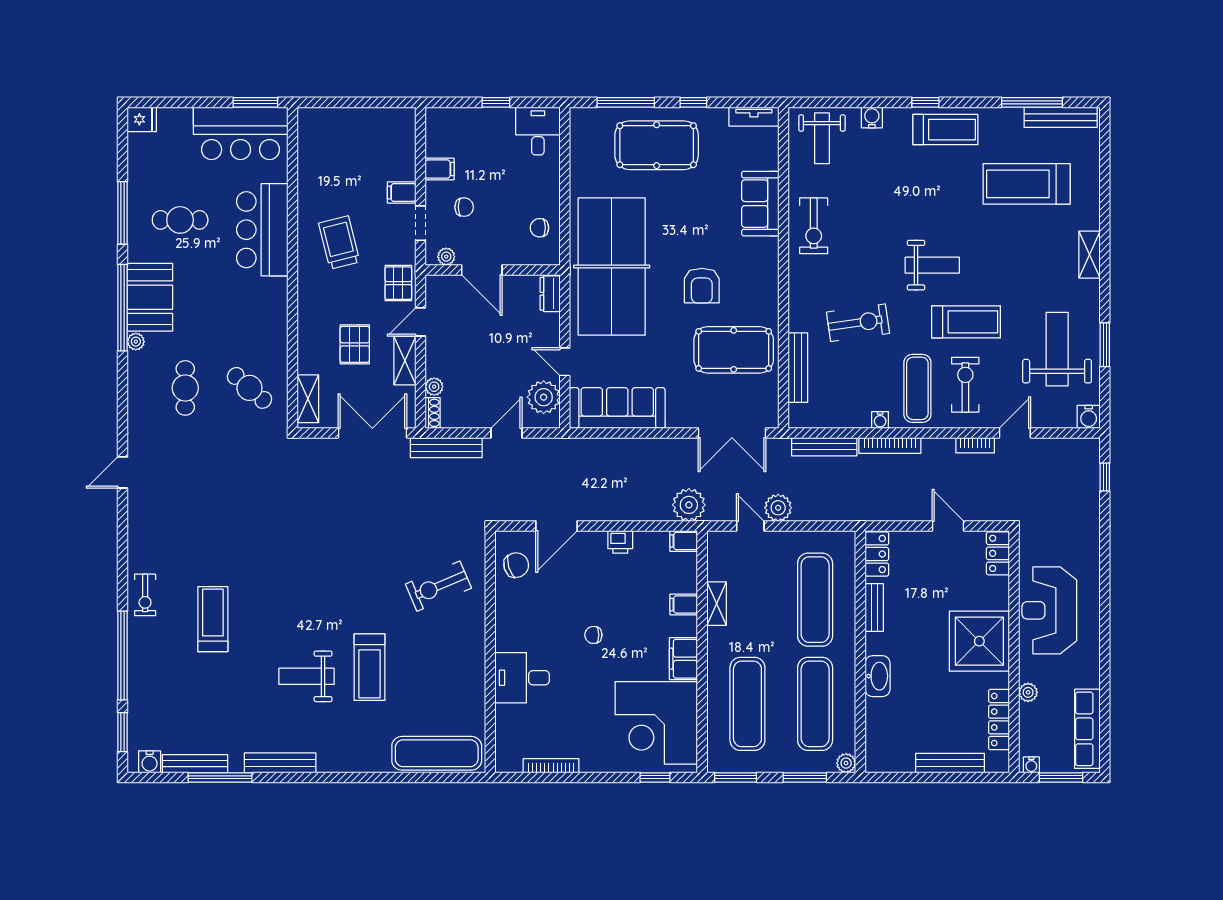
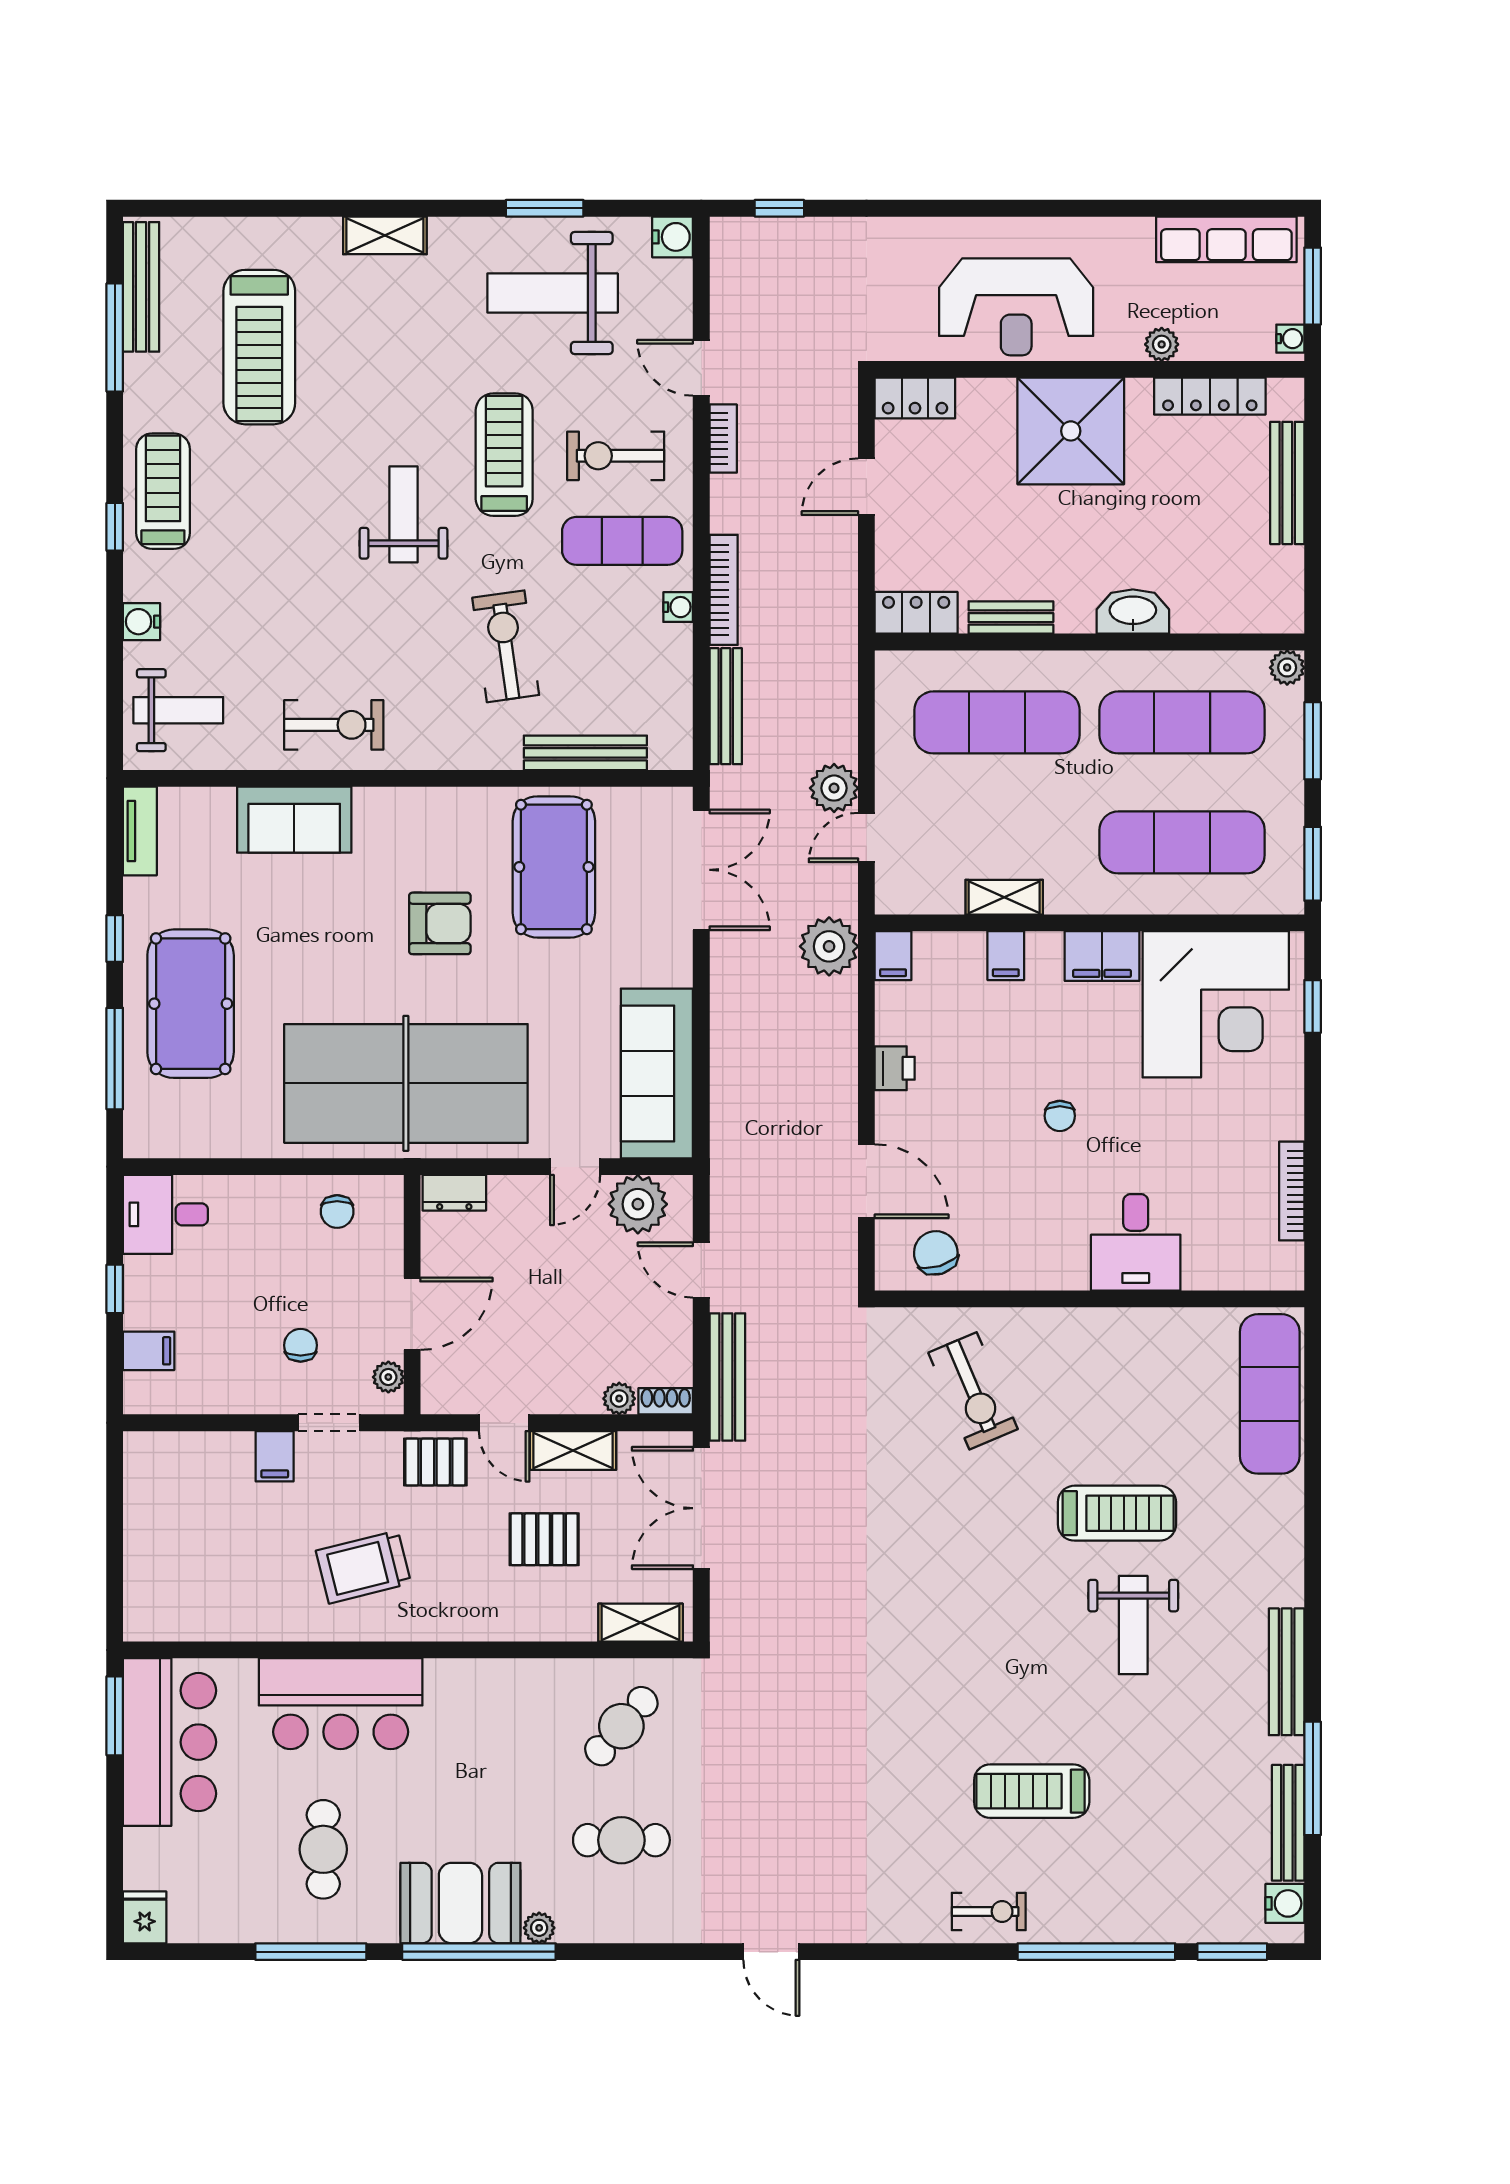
filing cabinet: (440, 169) -> (149, 1351), moved, turned 90

